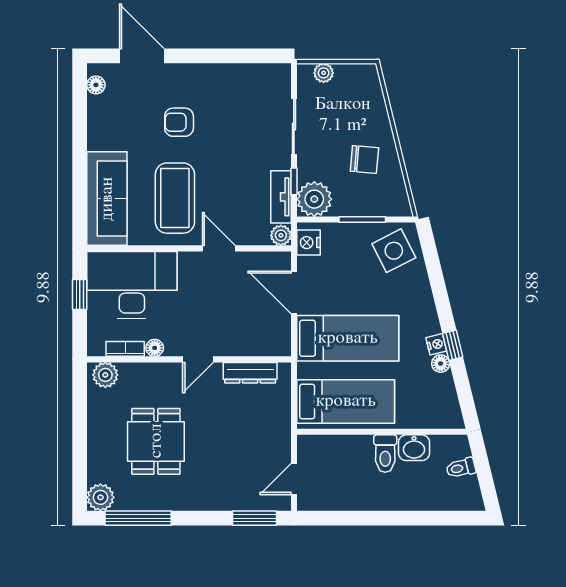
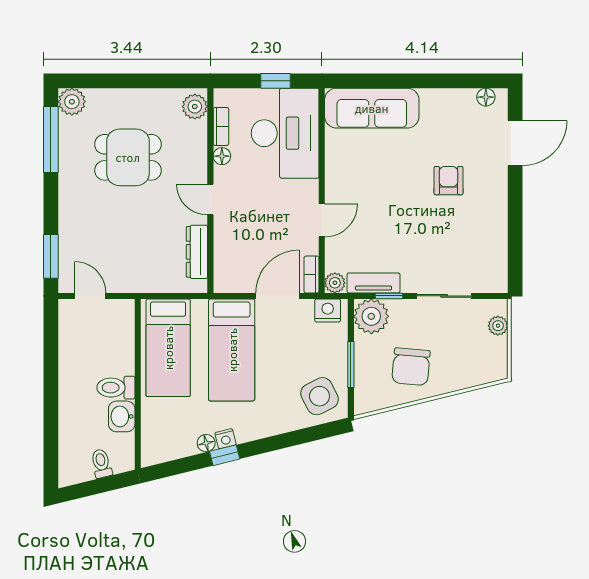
chair: (364, 159) -> (411, 367), width x1.37, depth x1.37
coffee table: (175, 198) -> (372, 176), removed
bookcase: (273, 259) -> (311, 274), added

